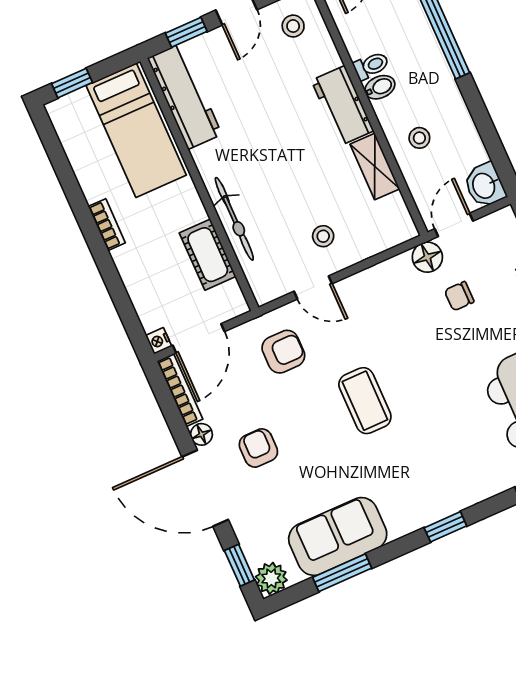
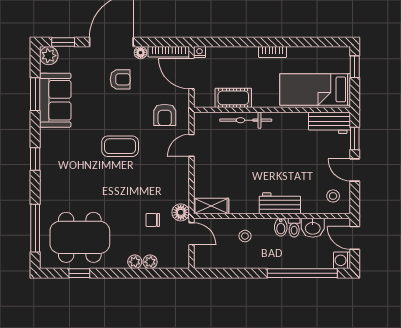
workbench: (185, 96) -> (329, 123), width x0.73
shelving: (375, 167) -> (211, 206), moved
washbasin: (485, 185) -> (313, 228), moved, turned 180
stool: (323, 236) -> (216, 163), removed
chair: (459, 296) -> (153, 220), turned -90

